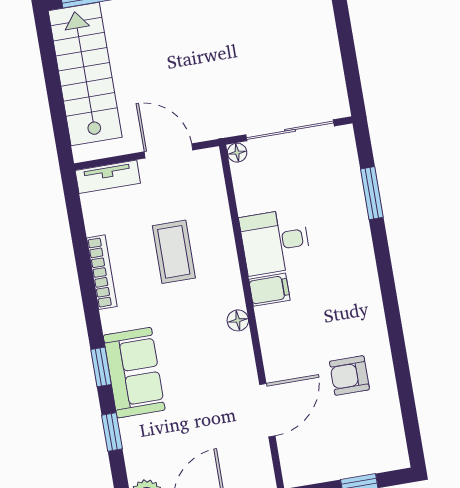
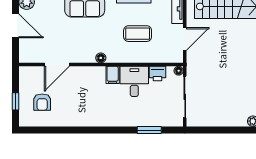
printer: (250, 196) -> (158, 74), added
armchair: (349, 376) -> (42, 102), moved, turned 180
door: (267, 410) -> (57, 65), hinge flipped

